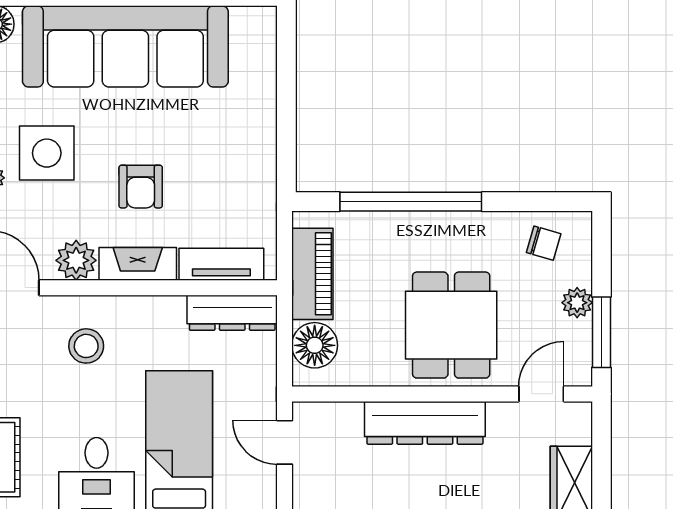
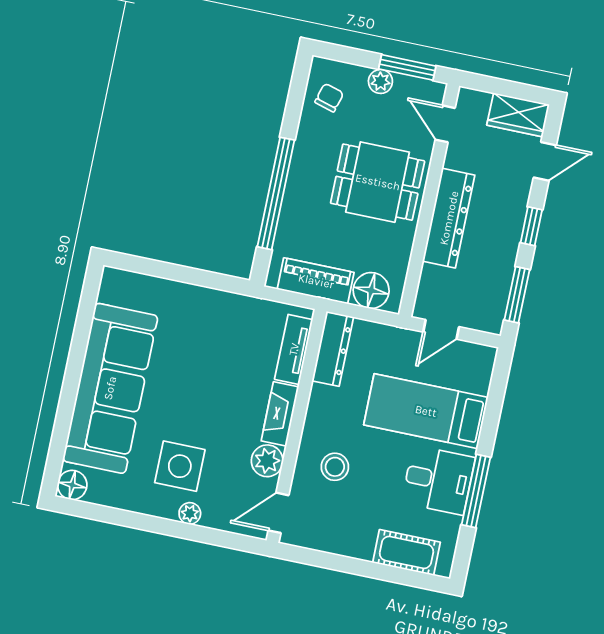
armchair: (141, 187) -> (221, 399), removed

